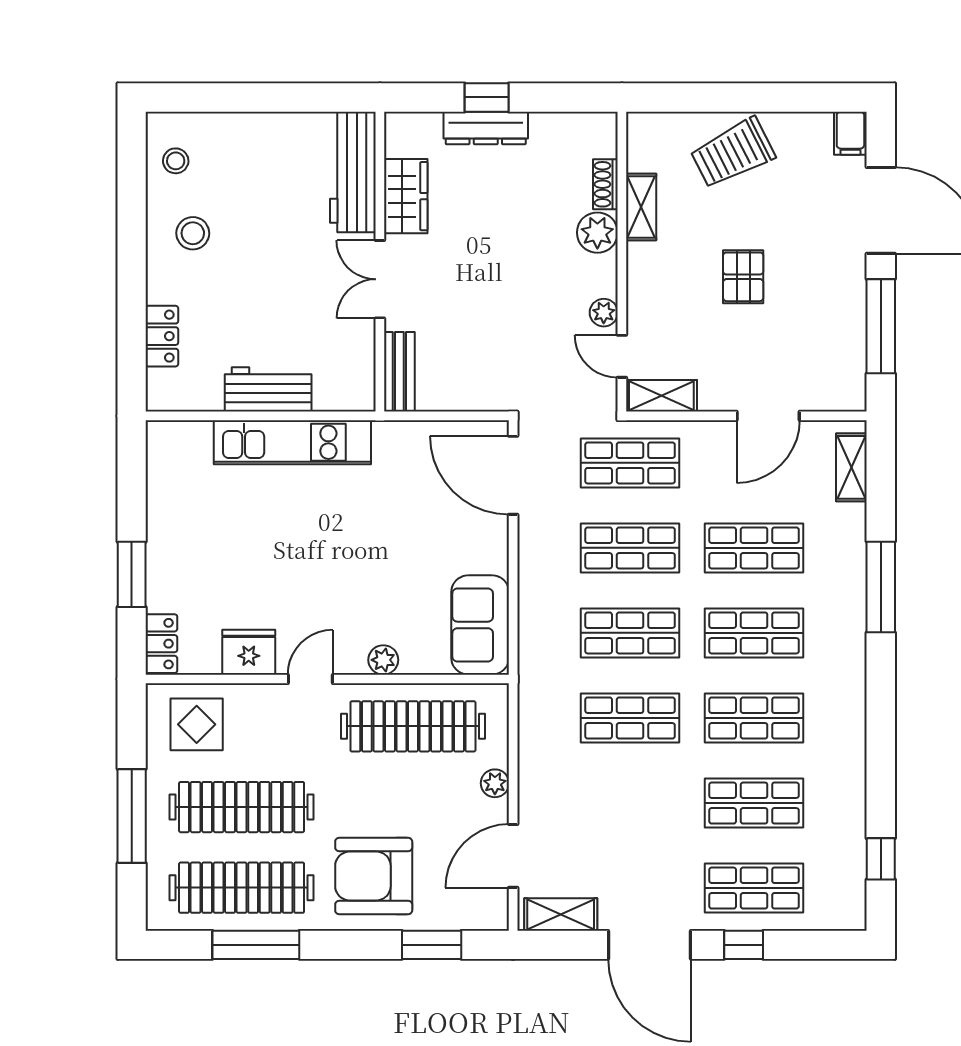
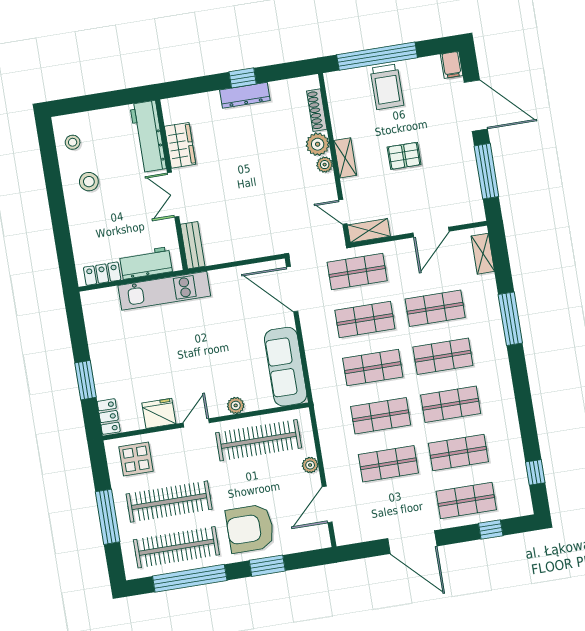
window: (724, 97) -> (377, 56), added
trolley: (733, 153) -> (387, 87), turned -63
workbench: (353, 172) -> (148, 136), moved
shoe rack: (605, 184) -> (317, 110), width x1.43
wardrobe: (406, 196) -> (180, 145), moved
shelving: (641, 207) -> (345, 158), moved
wall: (380, 262) -> (171, 185), moved
pallet: (743, 277) -> (404, 156), turned 90
double door: (380, 279) -> (173, 195), moved
plant: (604, 313) -> (325, 165), moved
locker: (162, 336) -> (102, 274), moved, turned -90
bench: (399, 372) -> (193, 245), moved
sofa: (480, 625) -> (286, 367), width x1.36
shop shelf: (630, 803) -> (388, 464), added
shelving: (561, 914) -> (359, 533), removed
window: (256, 945) -> (190, 578), width x1.46
window: (432, 945) -> (267, 566), moved
window: (744, 945) -> (491, 530), moved

